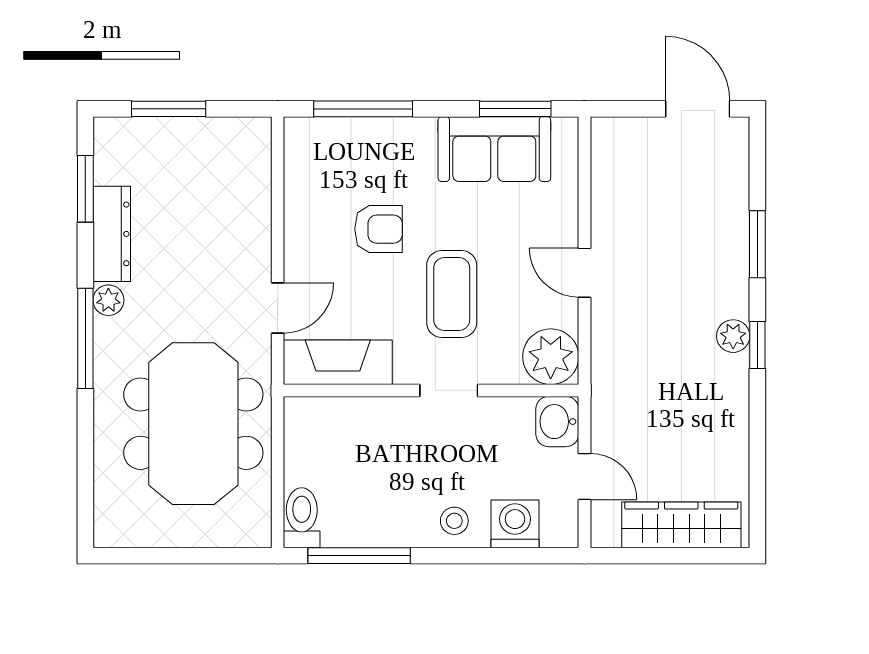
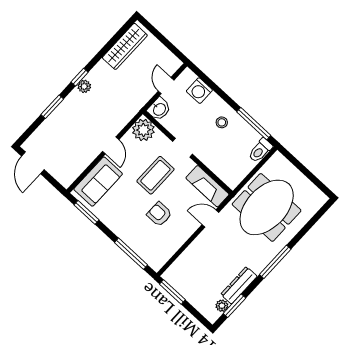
window: (169, 109) -> (172, 292), moved
sofa: (494, 149) -> (98, 182), moved, turned 90
plant: (108, 300) -> (222, 306), moved
stool: (454, 521) -> (222, 122), moved
wardrobe: (681, 525) -> (125, 46), moved, turned -90

